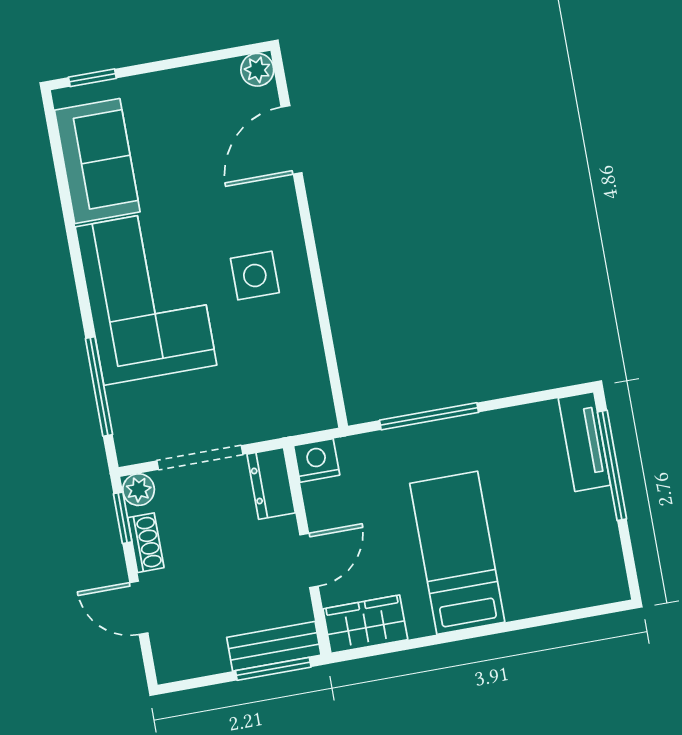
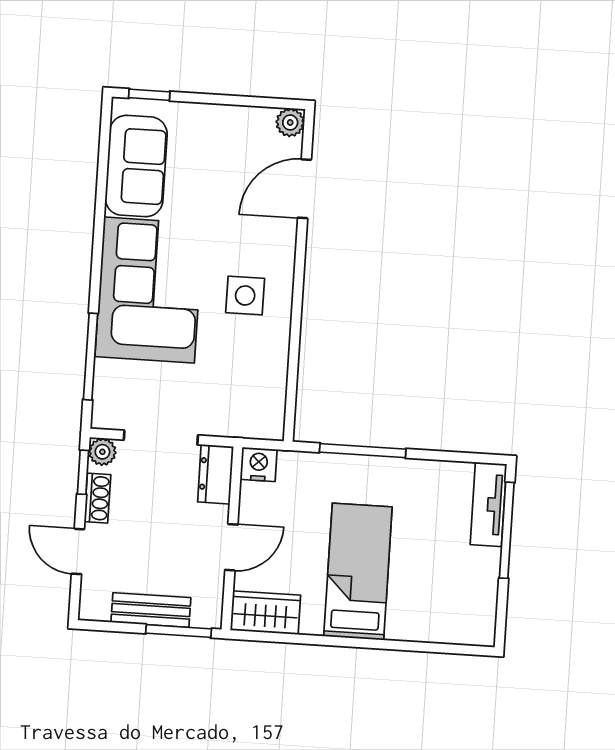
bench: (274, 646) -> (151, 610), moved

